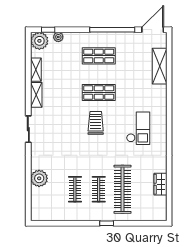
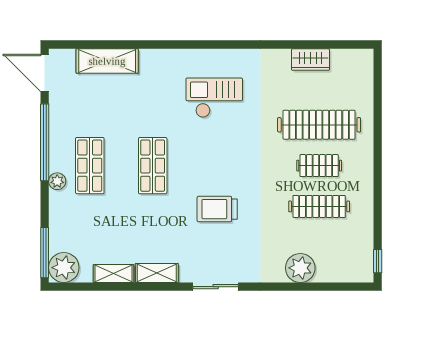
window: (48, 30) -> (45, 253), width x2.17
plant: (58, 37) -> (57, 181), moved
trolley: (96, 123) -> (217, 209), moved
clothes rail: (75, 189) -> (319, 206), width x1.36
window: (107, 223) -> (378, 261), moved

